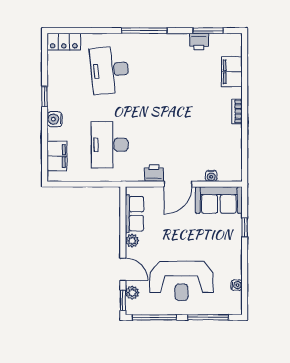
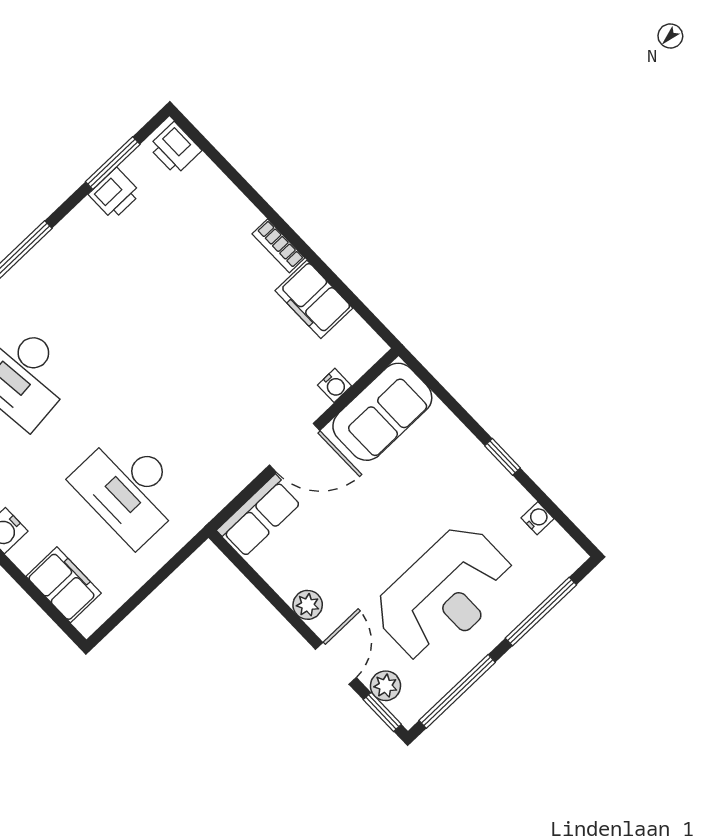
filing cabinet: (232, 72) -> (314, 299), moved
printer: (154, 173) -> (175, 148), moved, turned -90
door: (178, 184) -> (295, 448), hinge flipped
row of seats: (134, 214) -> (259, 516), moved, turned 90
window: (245, 227) -> (503, 457), moved
door: (123, 269) -> (336, 663), hinge flipped

